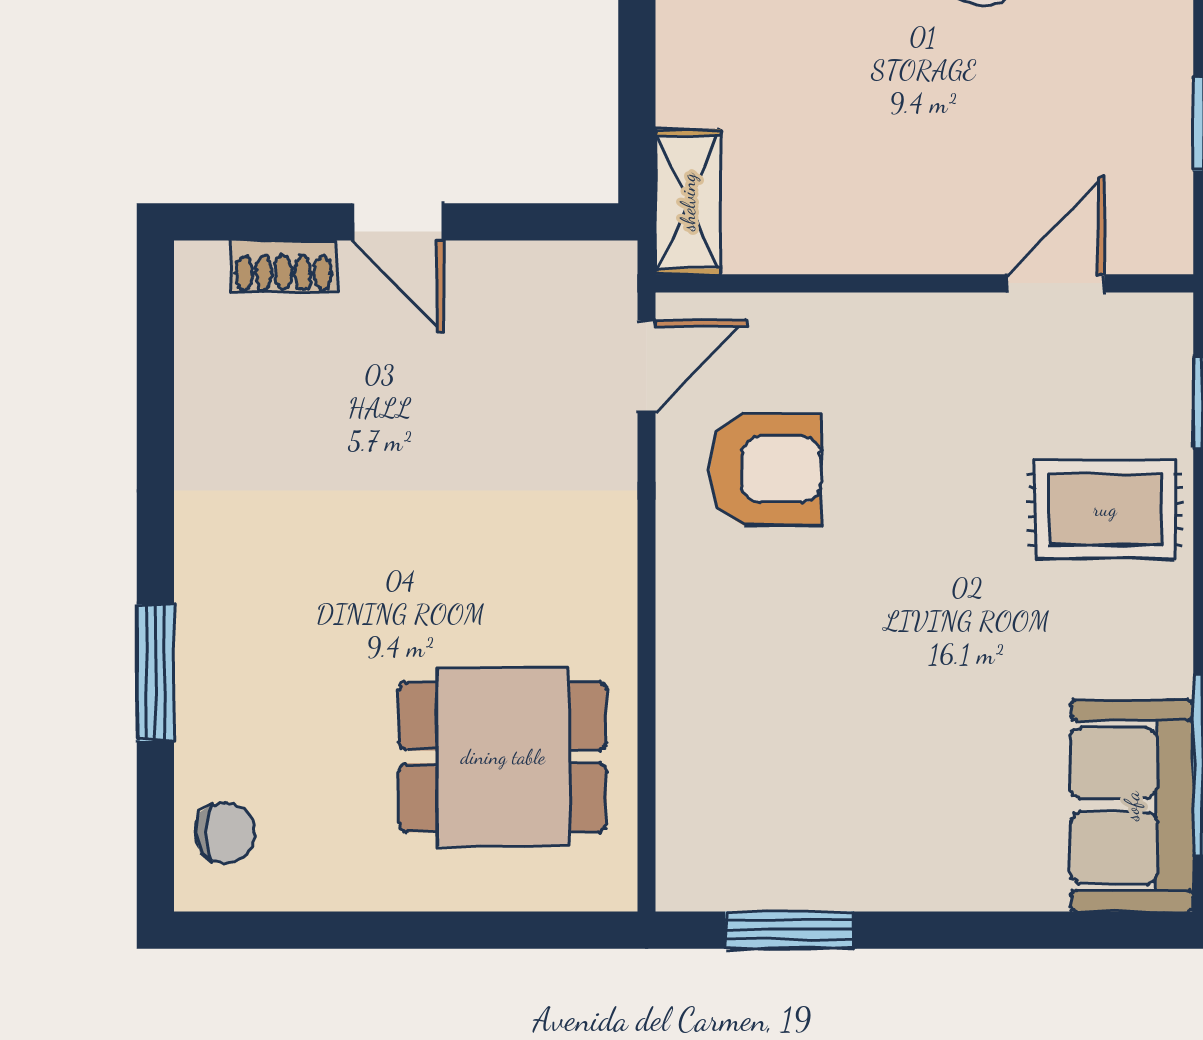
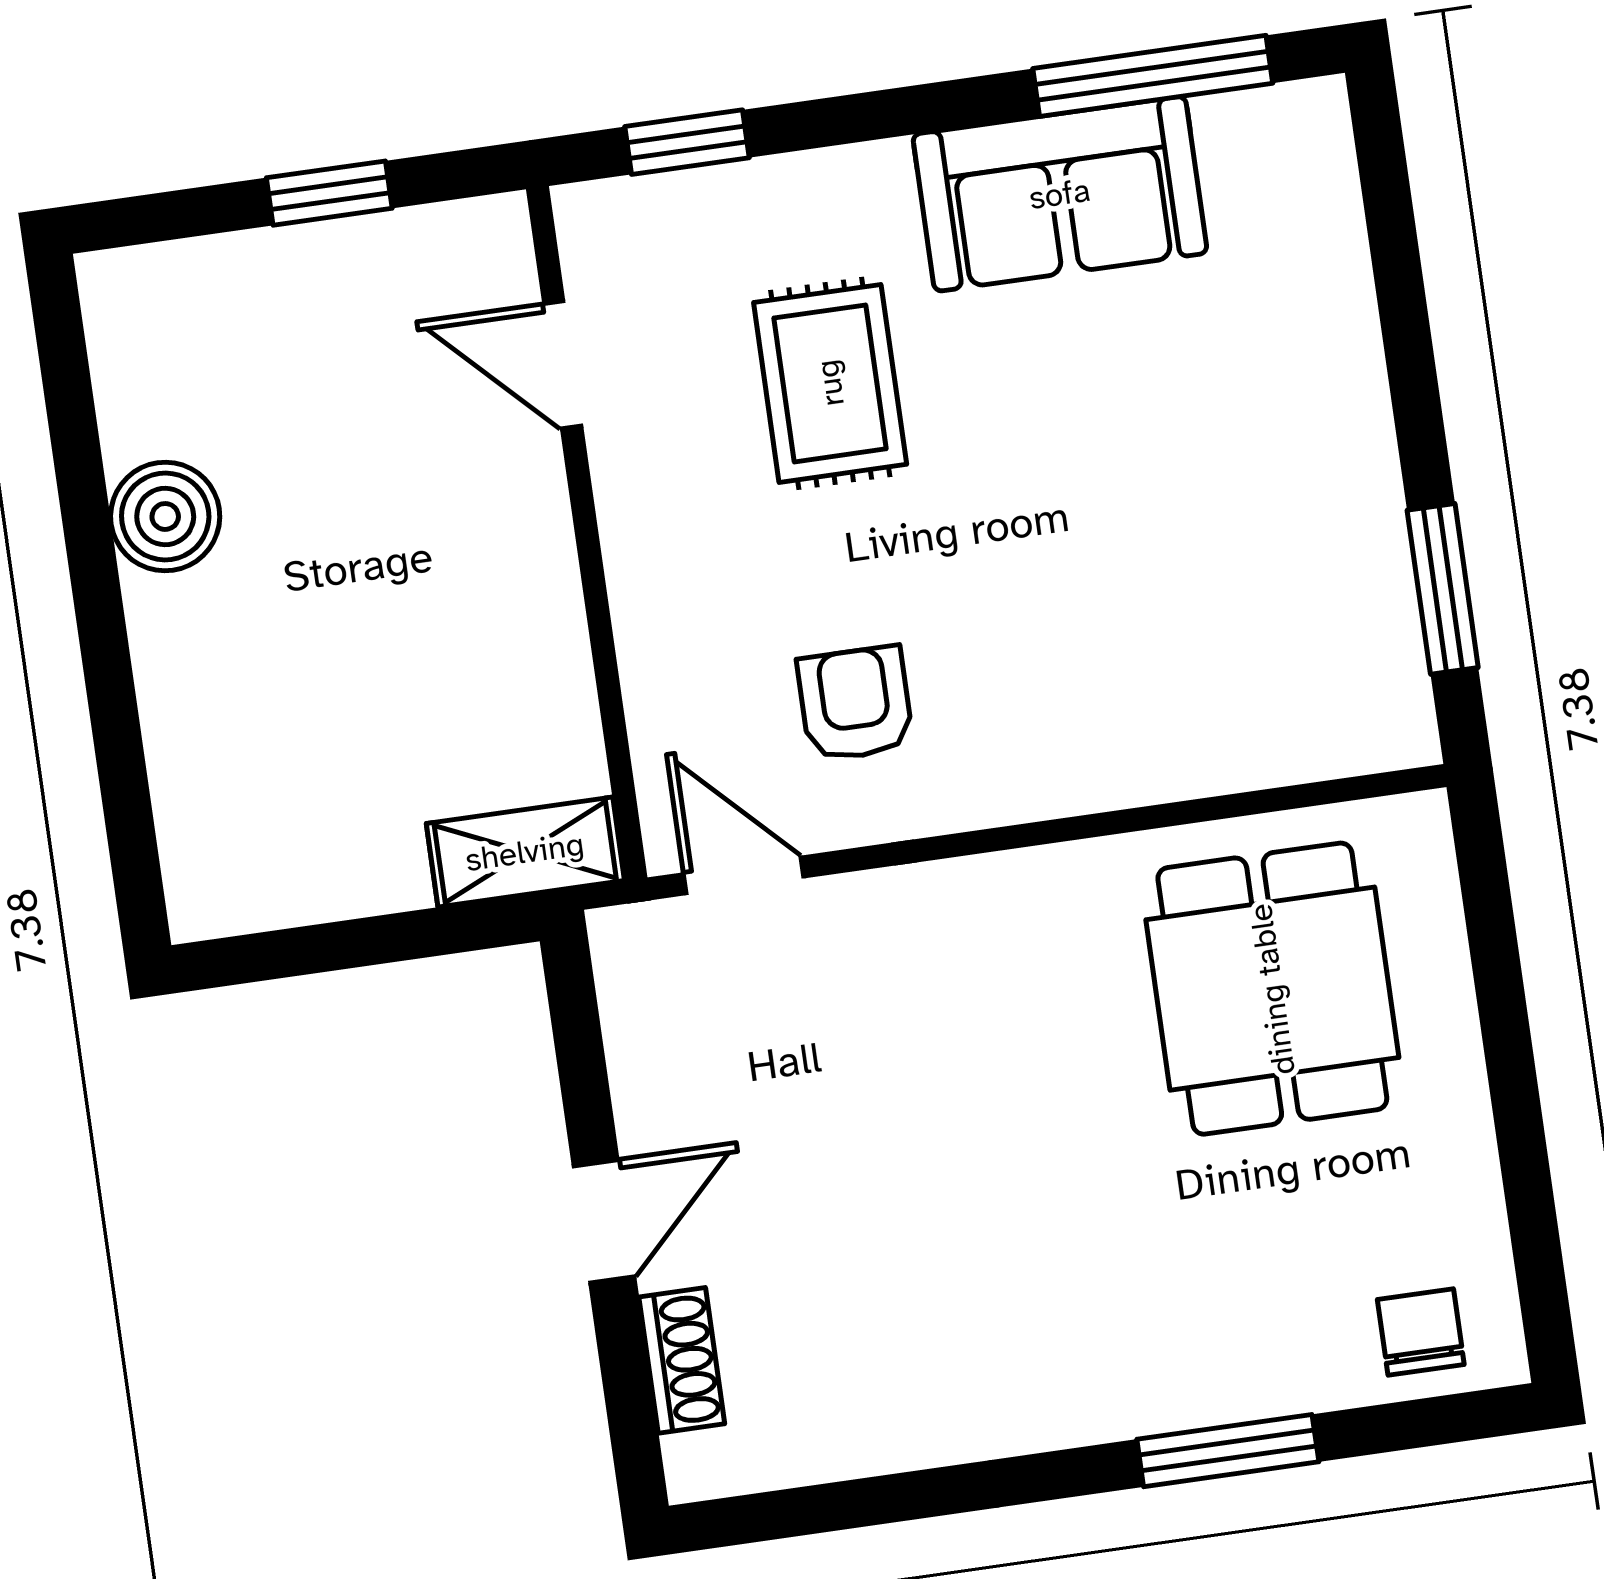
armchair: (765, 470) -> (855, 704), width x0.72, depth x0.72
rug: (1105, 509) -> (830, 383), moved
sofa: (1132, 806) -> (1060, 194), moved

